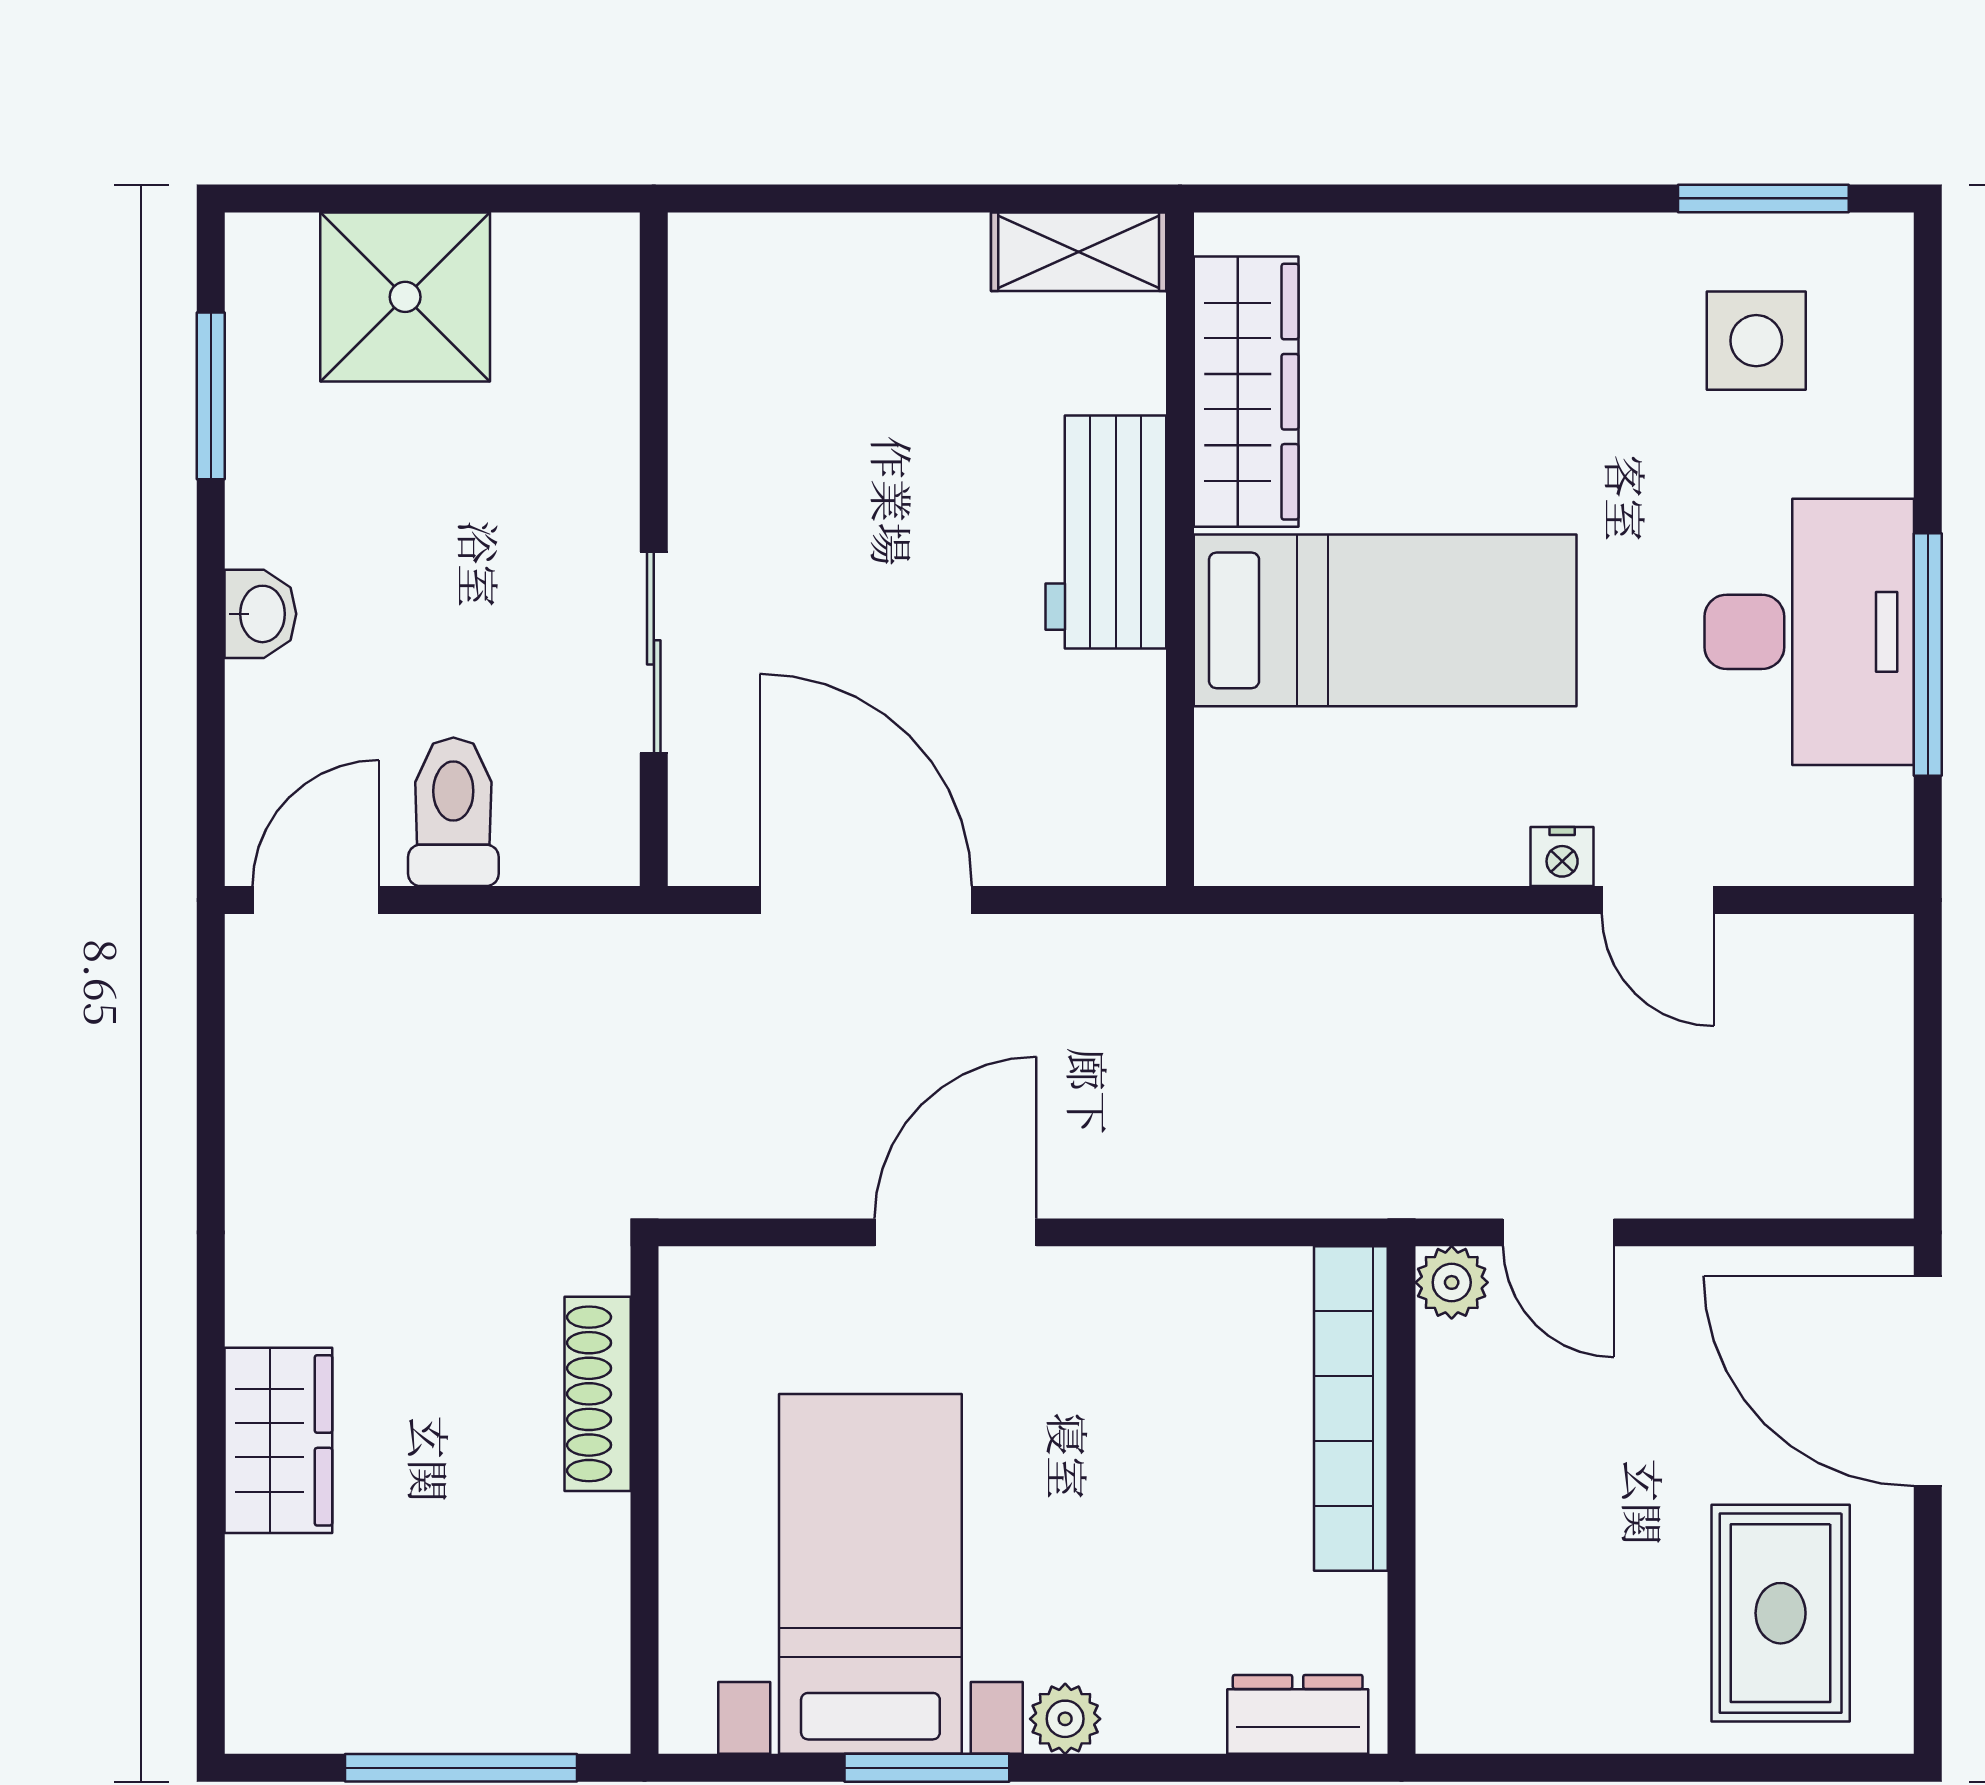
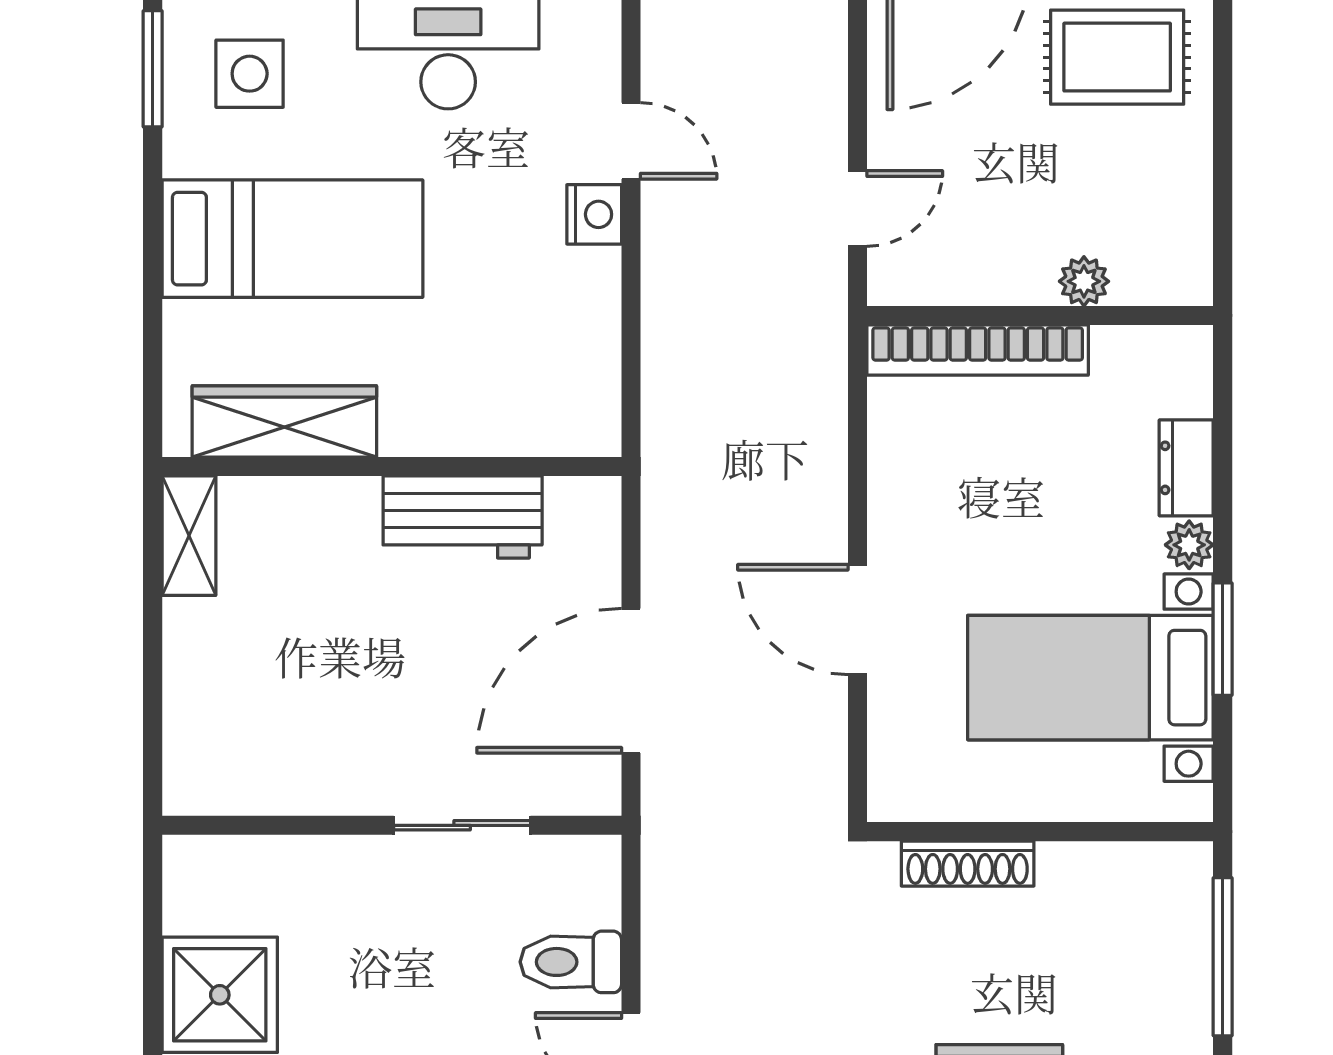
workbench: (1106, 532) -> (463, 517), moved
bed: (1385, 620) -> (292, 239), moved, turned 90
nightstand: (1562, 857) -> (594, 214), width x1.39, depth x1.35
door: (1658, 900) -> (631, 141), hinge flipped
plant: (1452, 1282) -> (1084, 281), moved
dresser: (1298, 1714) -> (1186, 468), moved

